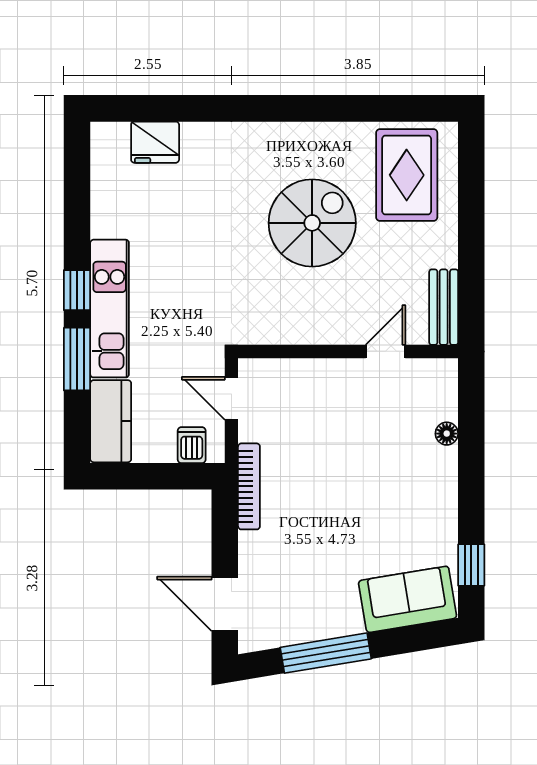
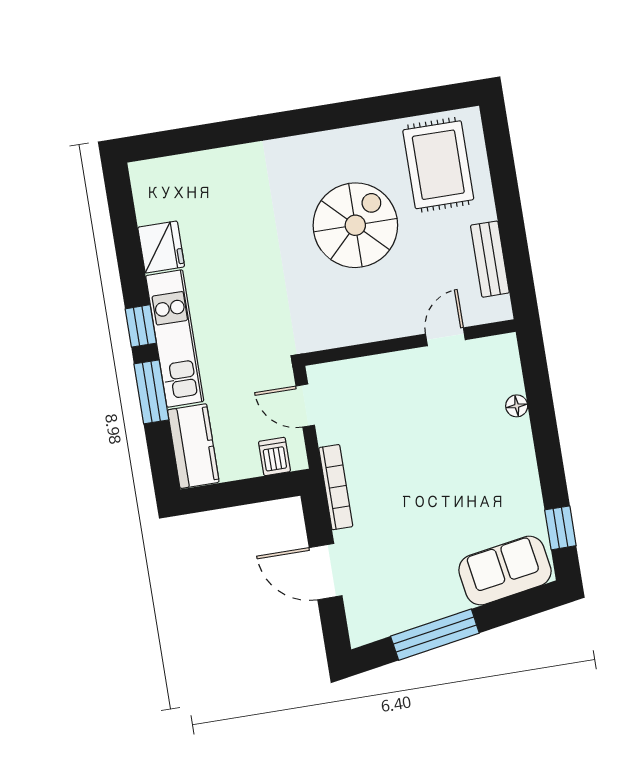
fridge: (155, 142) -> (161, 247), moved, turned -90
bench: (444, 307) -> (490, 259), moved
door: (225, 604) -> (326, 572), moved

